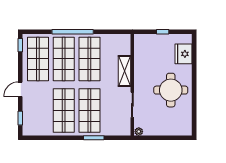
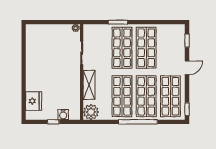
water cooler: (152, 39) -> (63, 115), added
plant: (122, 42) -> (91, 112), added
round table: (171, 90) -> (46, 67), removed

